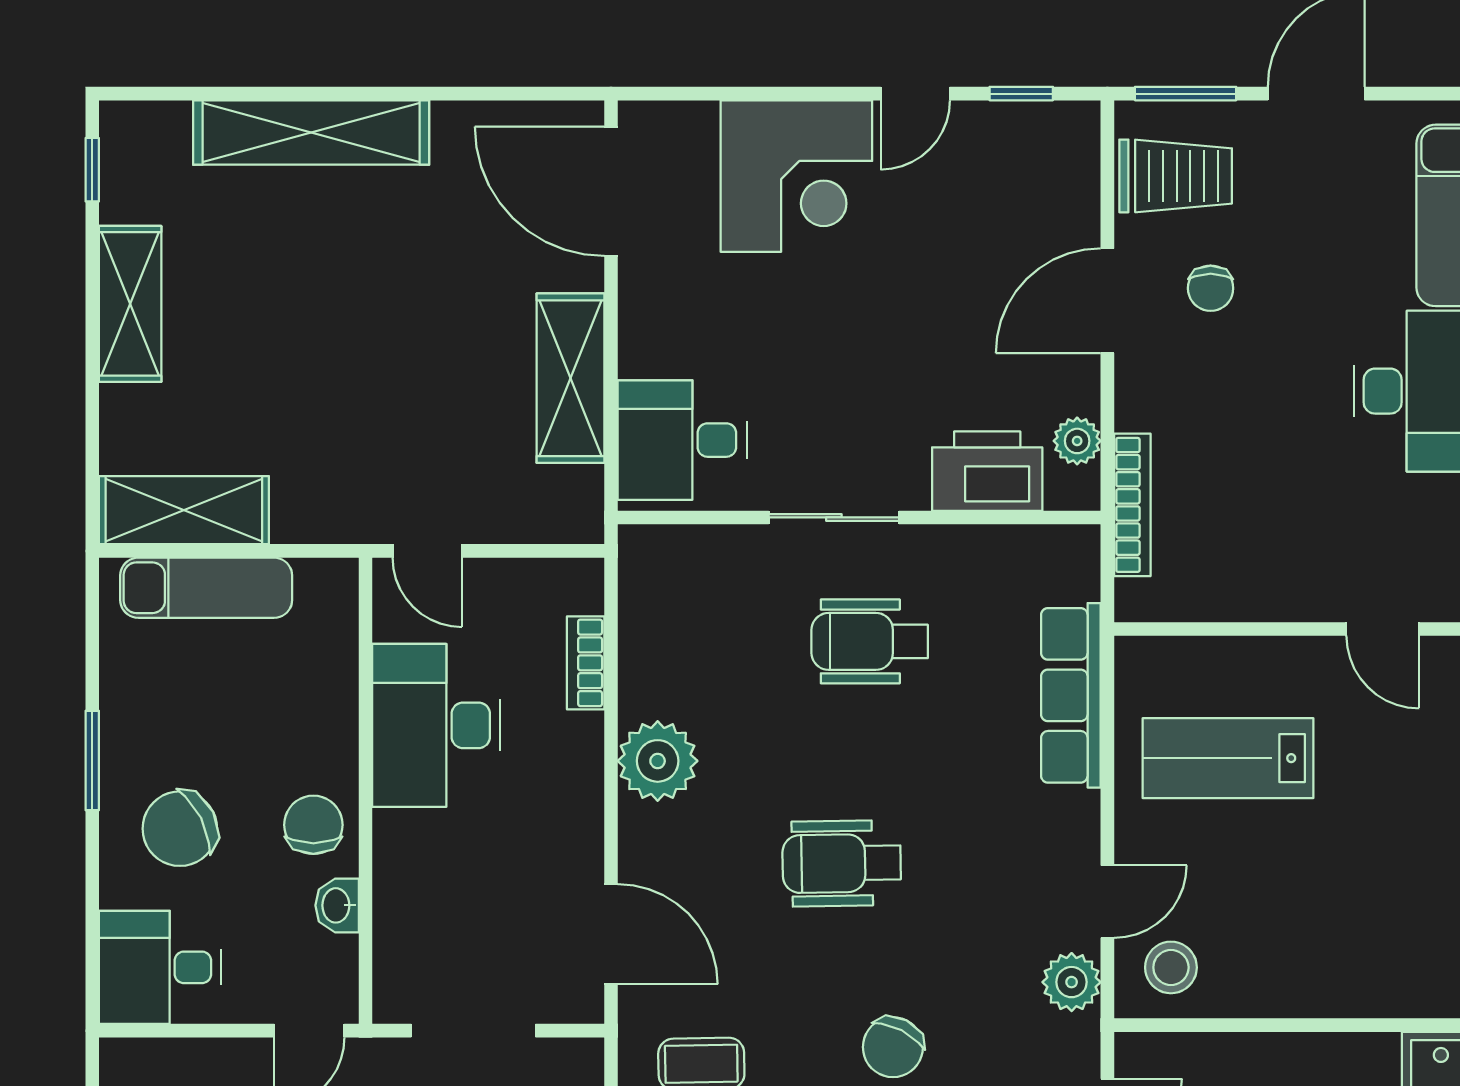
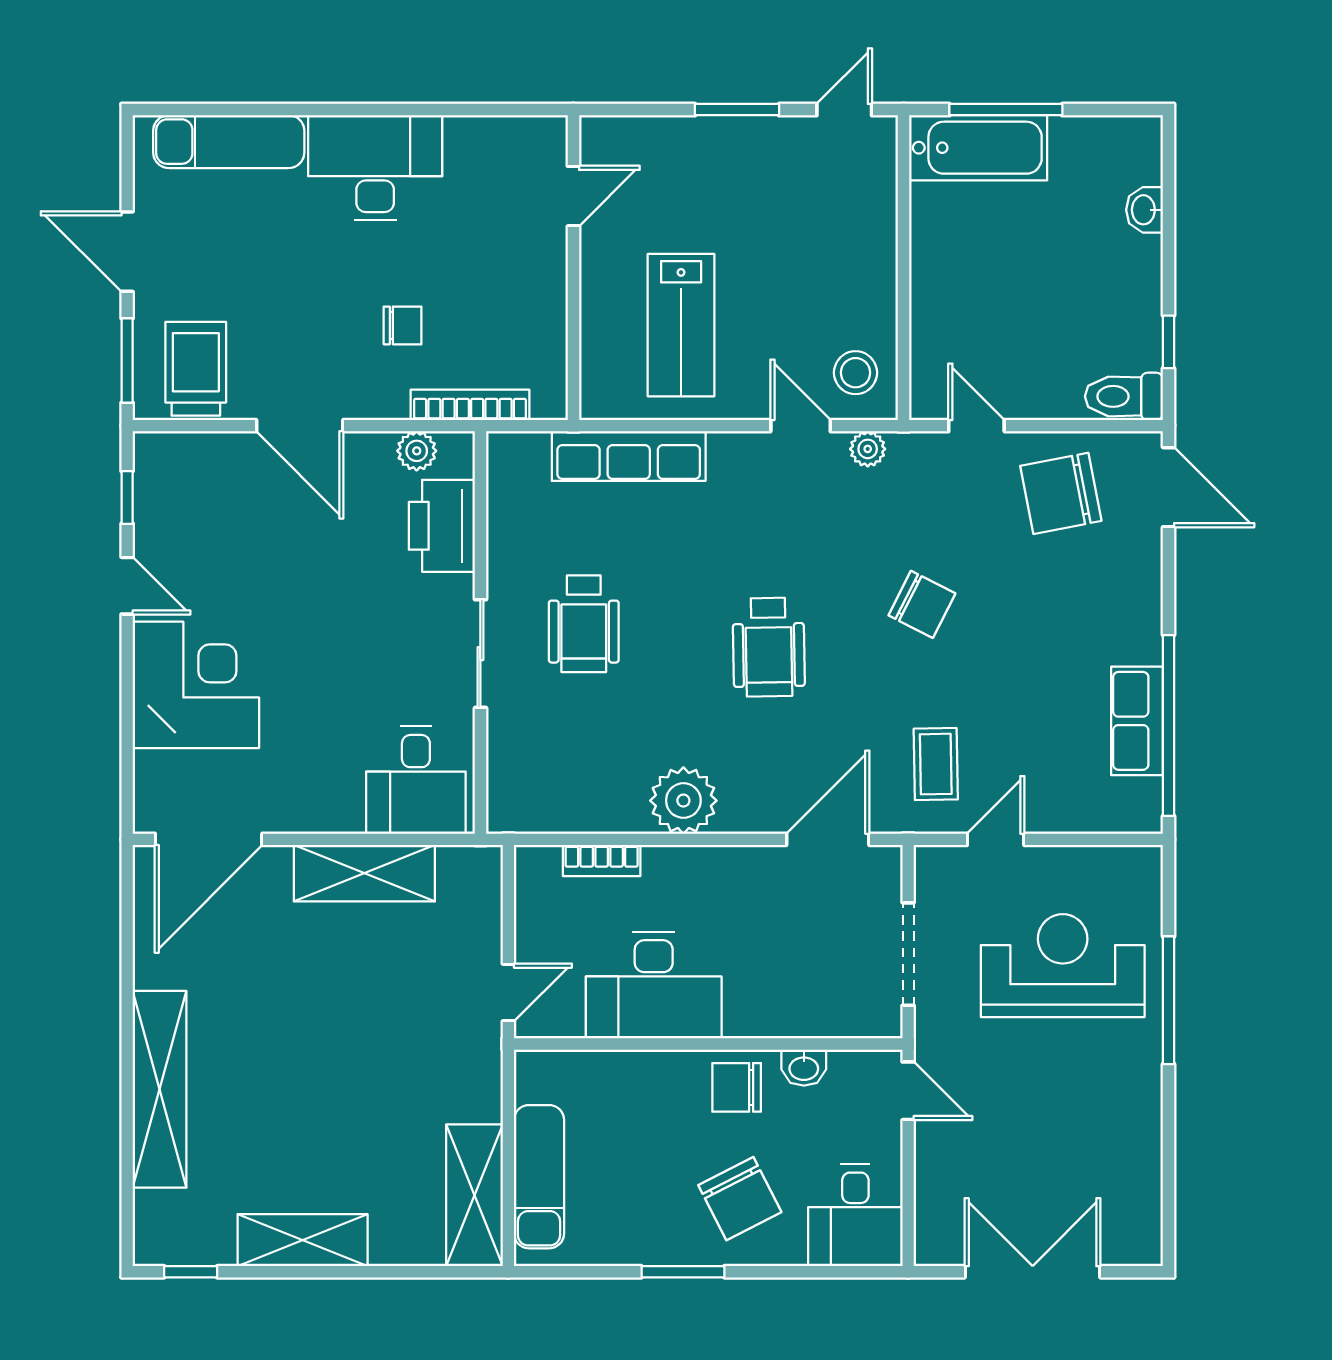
chair: (1211, 288) -> (403, 325), moved
plant: (1072, 982) -> (868, 449), width x0.73, depth x0.73

